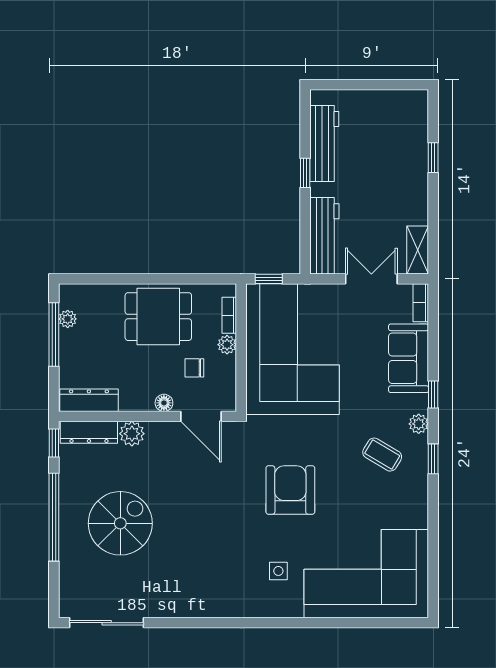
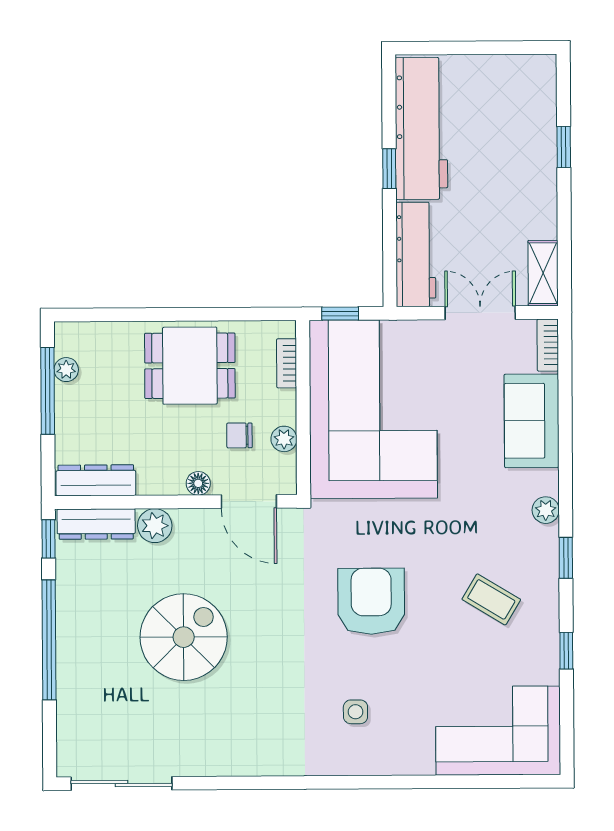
workbench: (324, 143) -> (421, 128), width x1.36, depth x1.32
plant: (227, 345) -> (284, 439), moved
window: (433, 395) -> (566, 651), moved
coffee table: (382, 455) -> (491, 599), moved
spiral stairs: (120, 523) -> (184, 637), moved
corner sofa: (366, 574) -> (498, 731), width x0.73, depth x0.74

